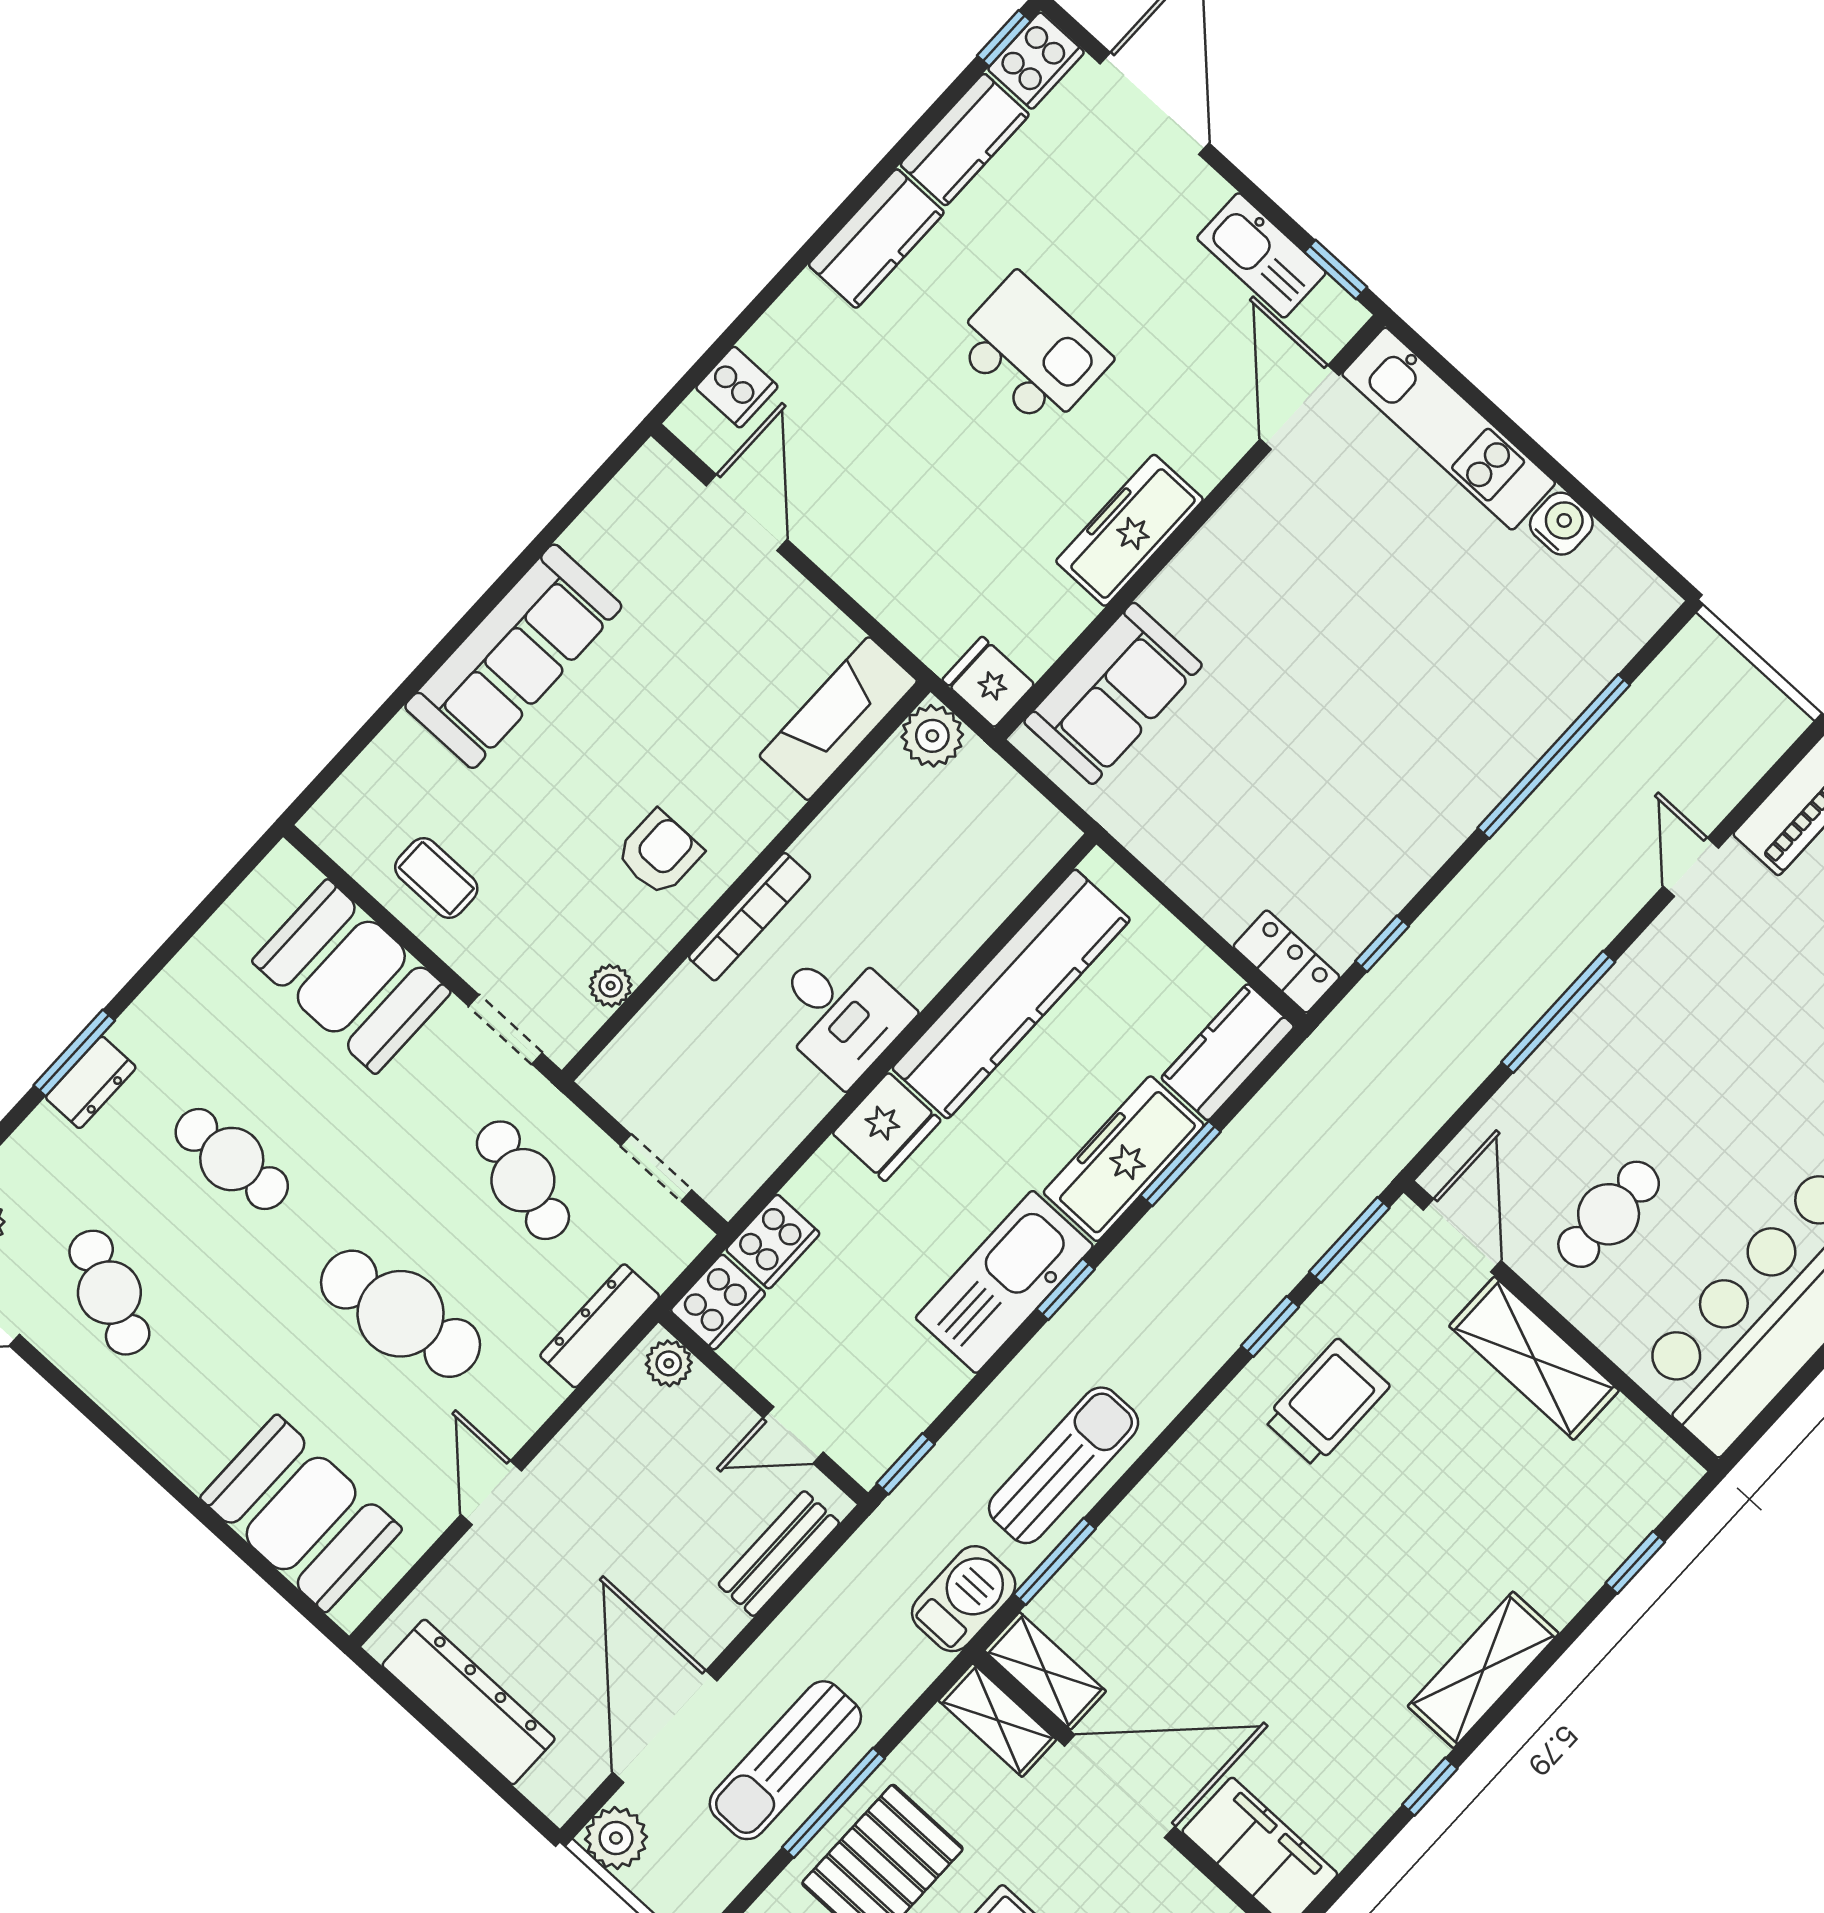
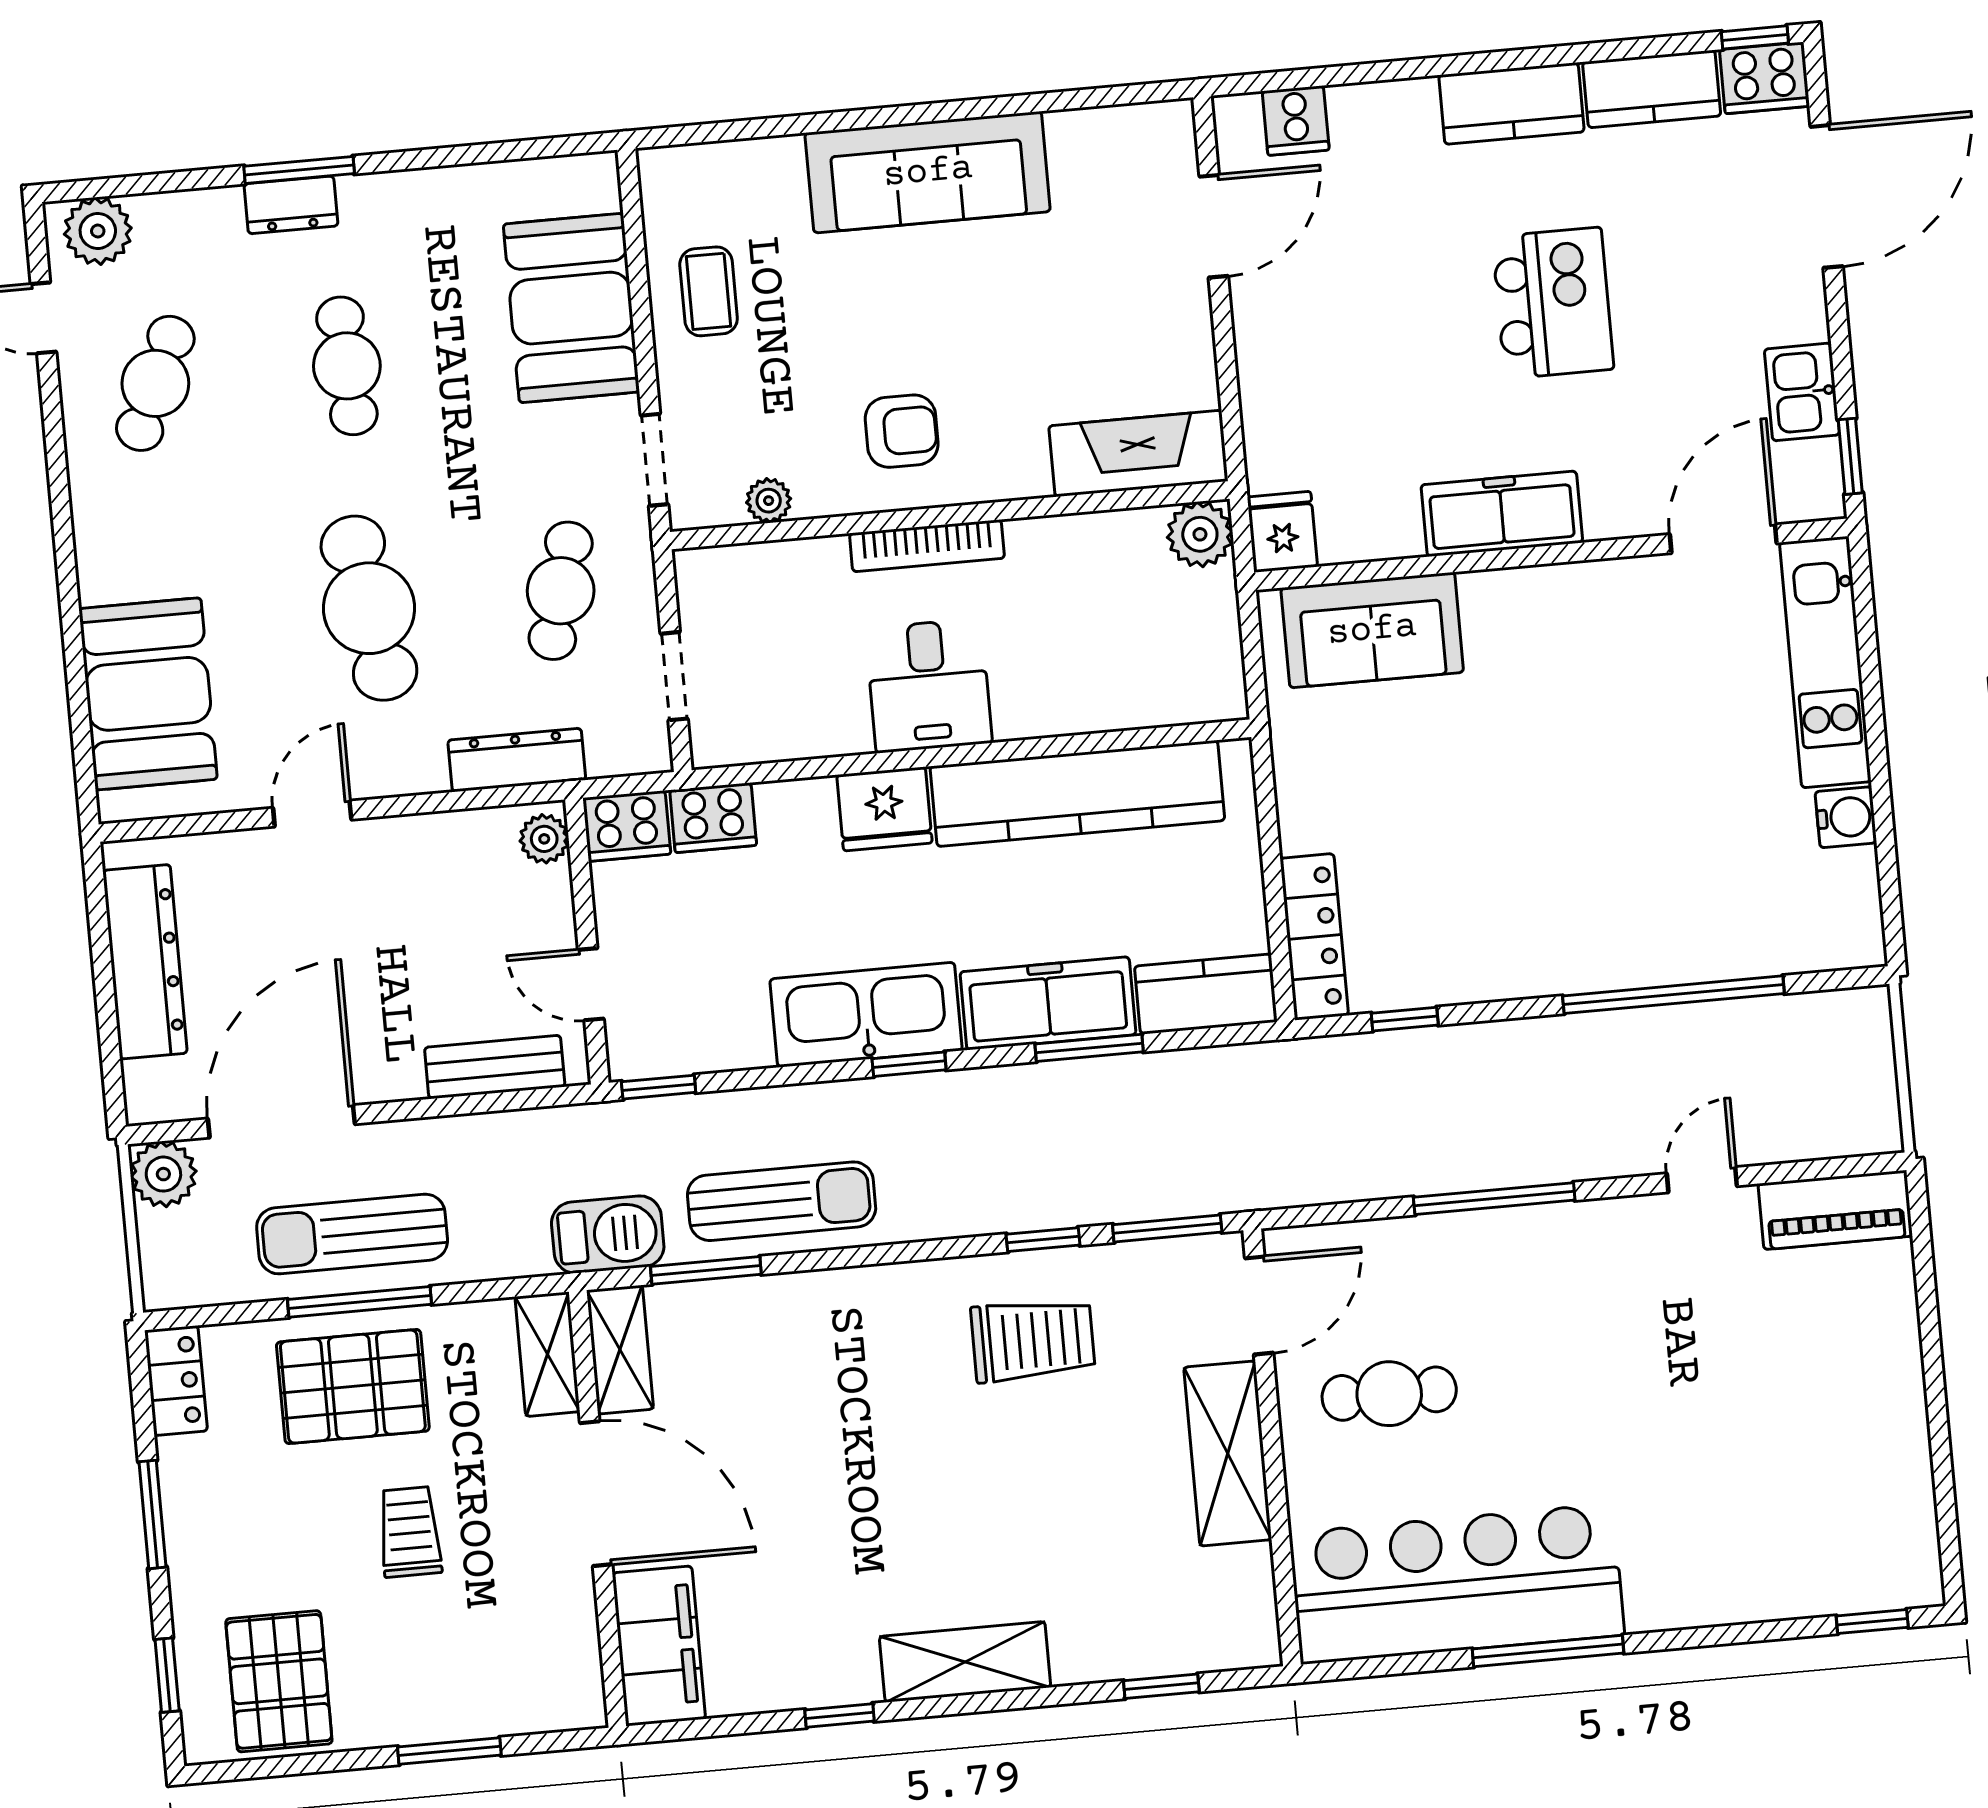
kitchen sink: (1261, 255) -> (1802, 392), width x0.73
locker: (1286, 962) -> (1314, 937), width x1.53

